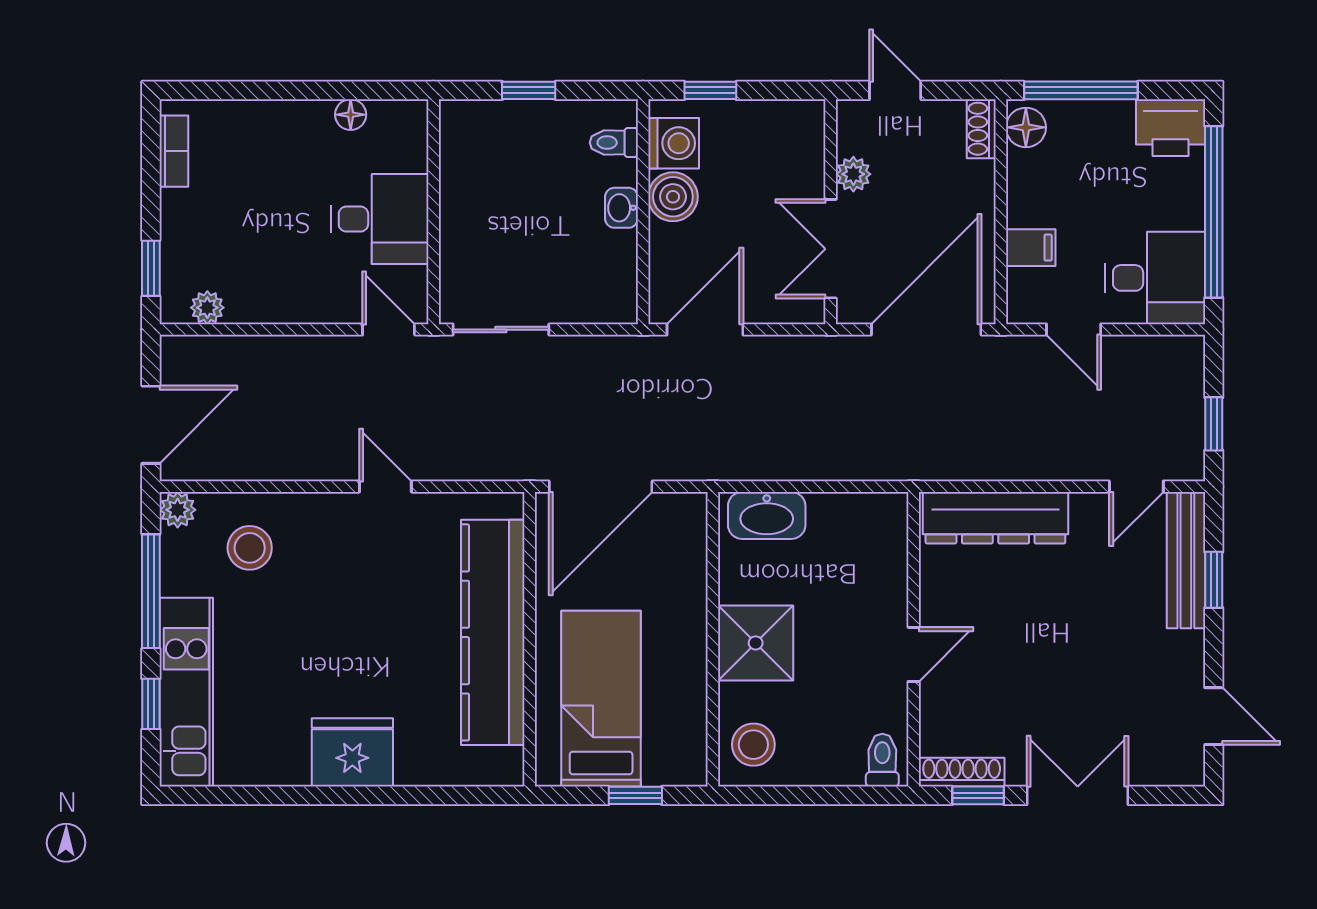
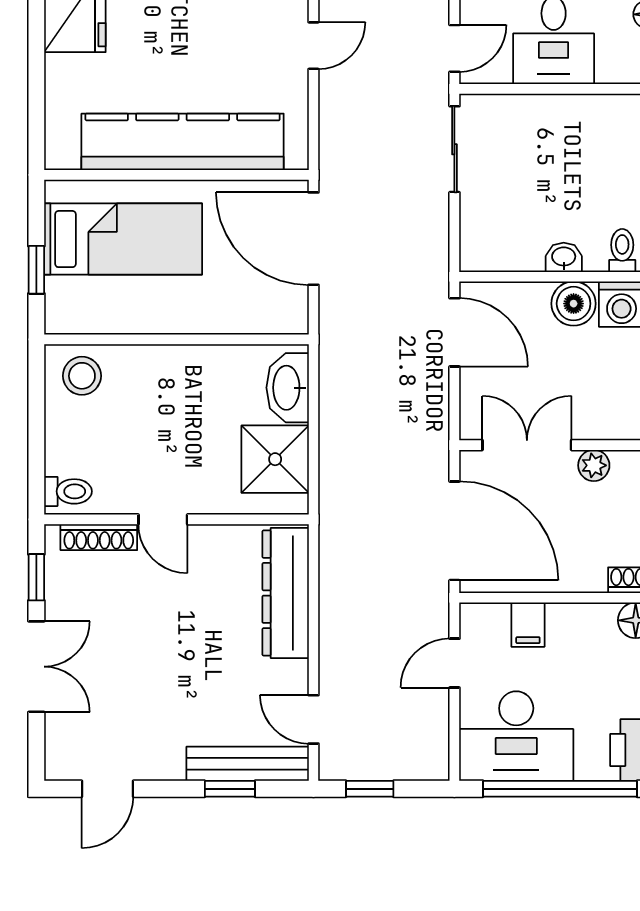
desk: (1155, 278) -> (516, 736), width x1.37
shower: (756, 643) -> (275, 459), moved
shoe rack: (962, 772) -> (99, 537), moved, turned 90

